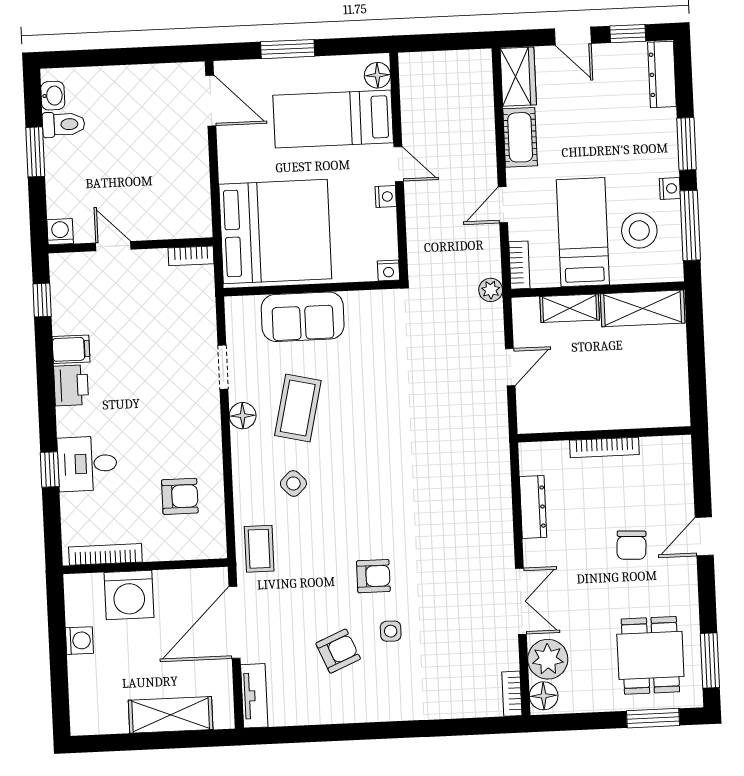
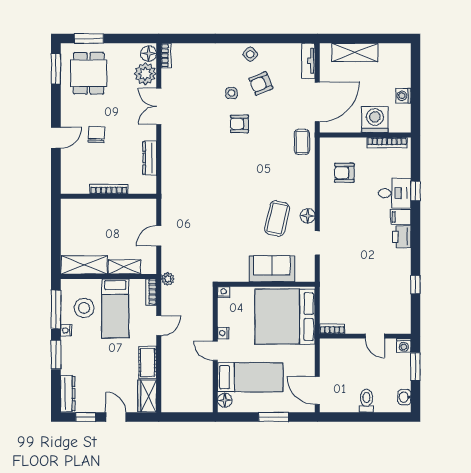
toilet: (64, 124) -> (366, 401), moved, turned 90
washing machine: (60, 232) -> (404, 345), moved
wall: (131, 245) -> (365, 336), moved
door: (113, 246) -> (375, 336), moved
bookcase: (191, 256) -> (332, 329), moved
filing cabinet: (71, 349) -> (401, 217), moved
side table: (293, 483) -> (250, 54), moved

